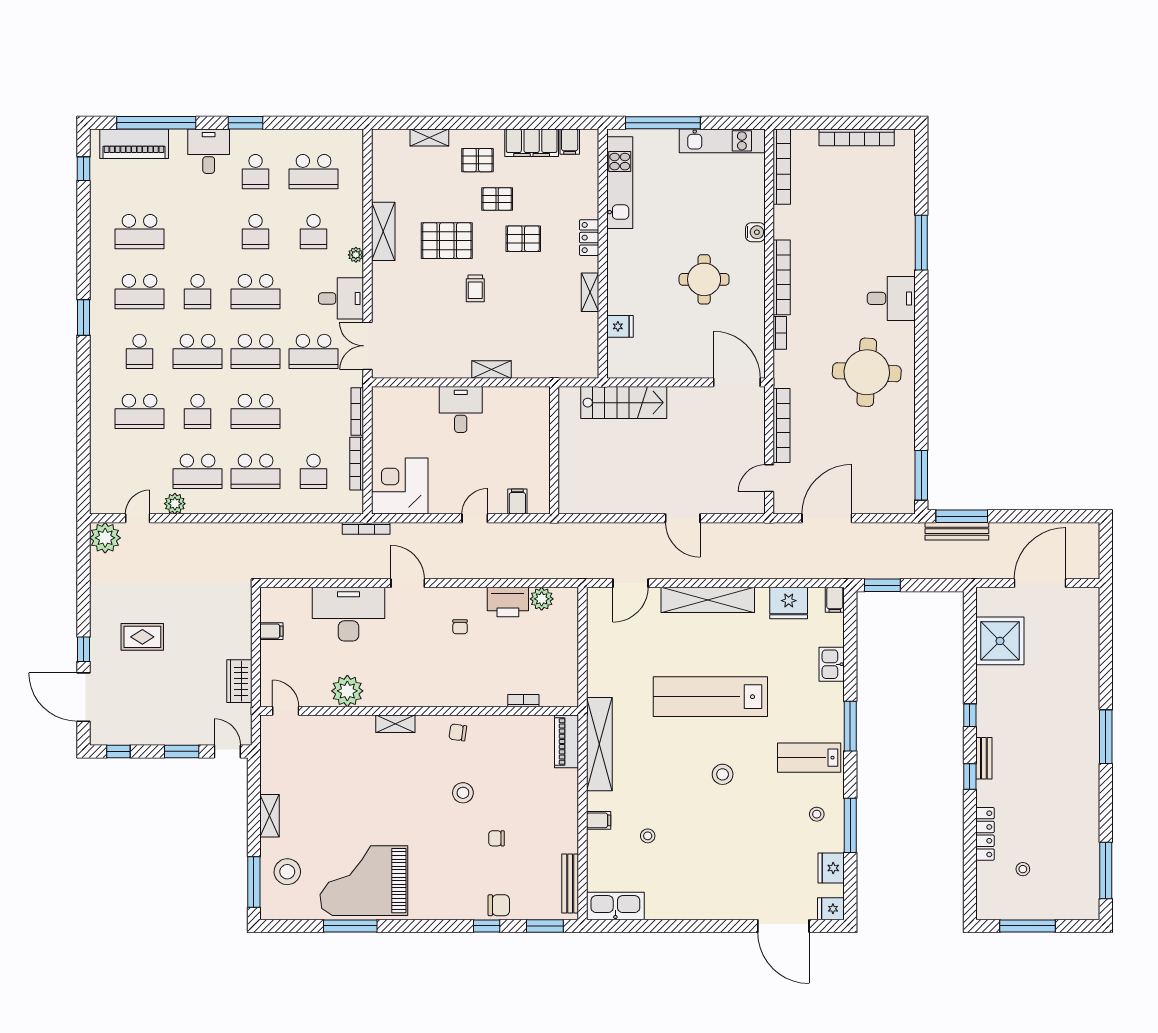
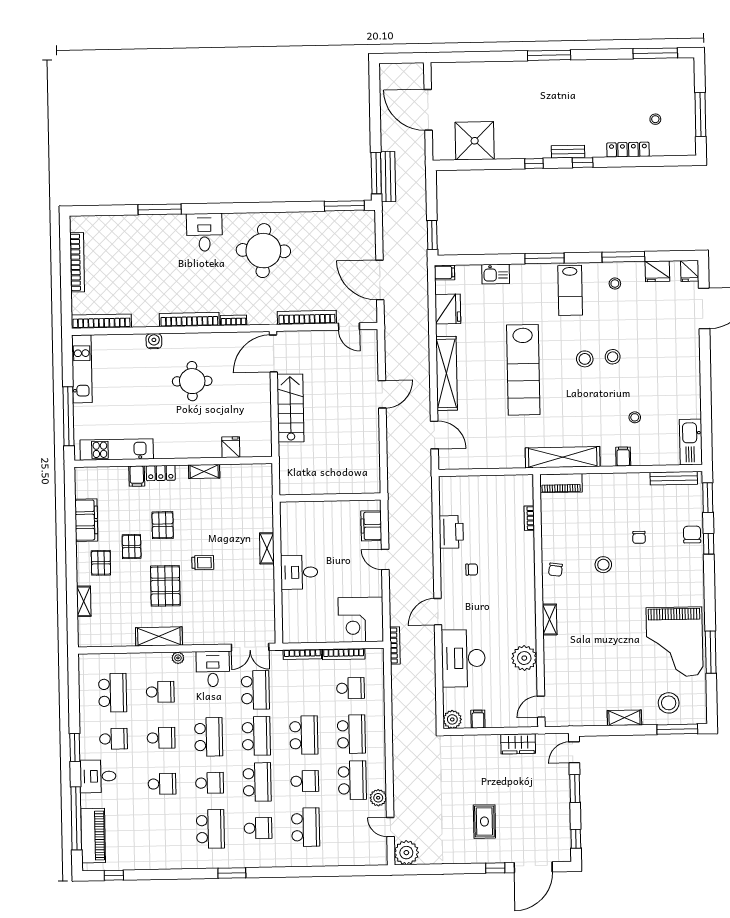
filing cabinet: (570, 142) -> (137, 476), moved, turned 90
school desk: (140, 232) -> (162, 784), moved, width x0.54
stairs: (624, 403) -> (290, 408), moved
filing cabinet: (517, 502) -> (371, 526), width x2.00
plant: (542, 599) -> (452, 719), moved
stool: (725, 810) -> (613, 357), added

